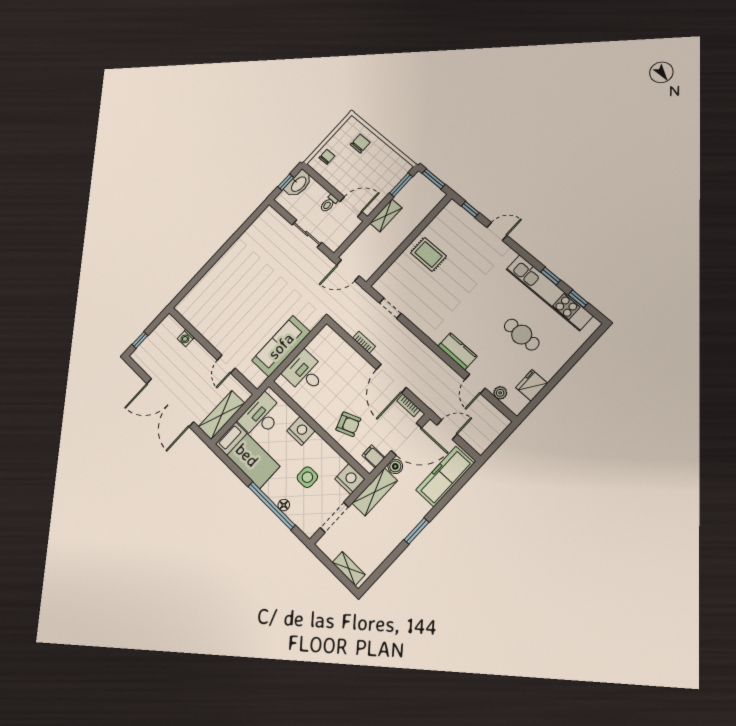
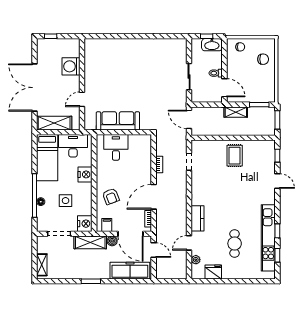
washing machine: (186, 338) -> (71, 66), width x1.89, depth x1.89

